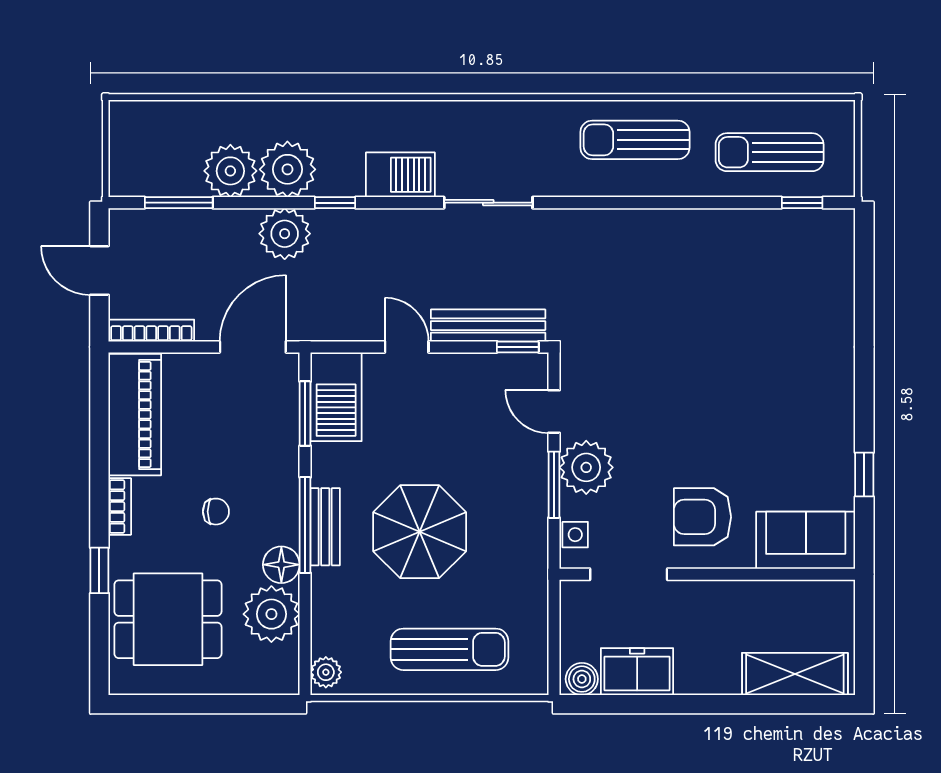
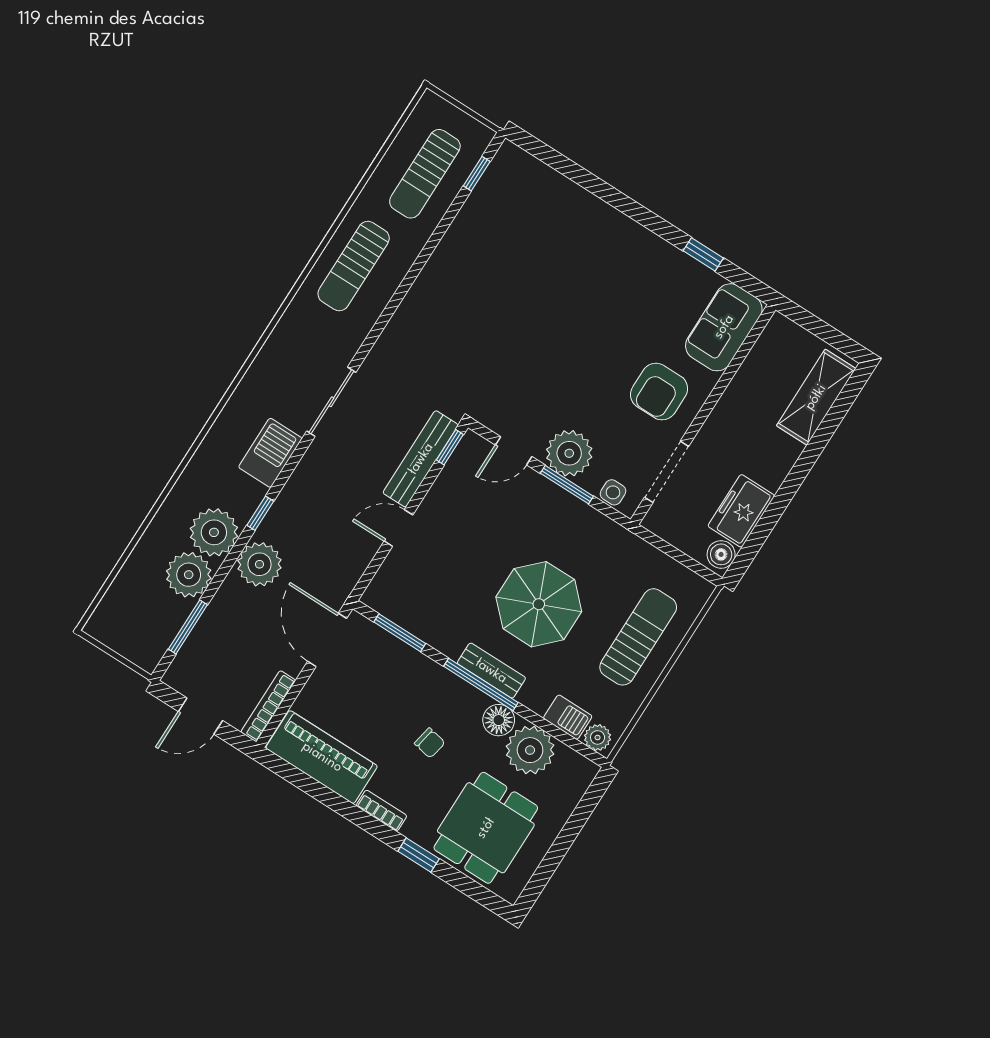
barbecue: (336, 397) -> (568, 717), moved, width x0.53, depth x0.65
chair: (216, 512) -> (430, 743), turned 101

